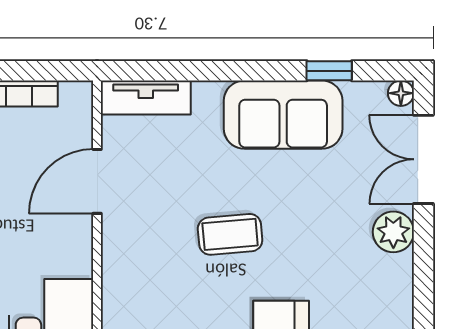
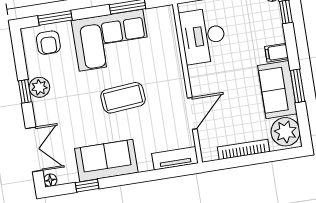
plant: (393, 232) -> (39, 87), moved
coffee table: (230, 234) -> (123, 98), width x1.36, depth x1.30
window: (423, 278) -> (25, 91), added

